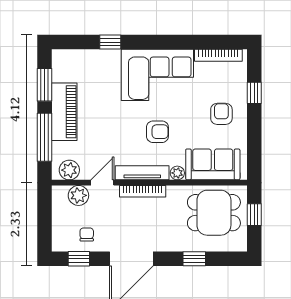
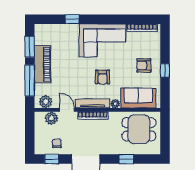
window: (254, 93) -> (165, 70), moved
armchair: (221, 114) -> (144, 65), turned -90
armchair: (157, 132) -> (102, 77), turned 90
door: (102, 183) -> (67, 110), hinge flipped
window: (254, 215) -> (165, 130), removed

